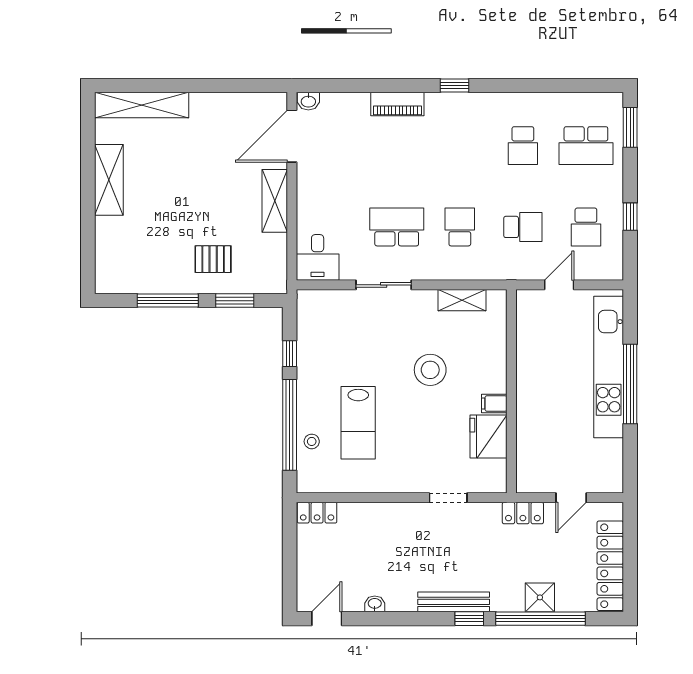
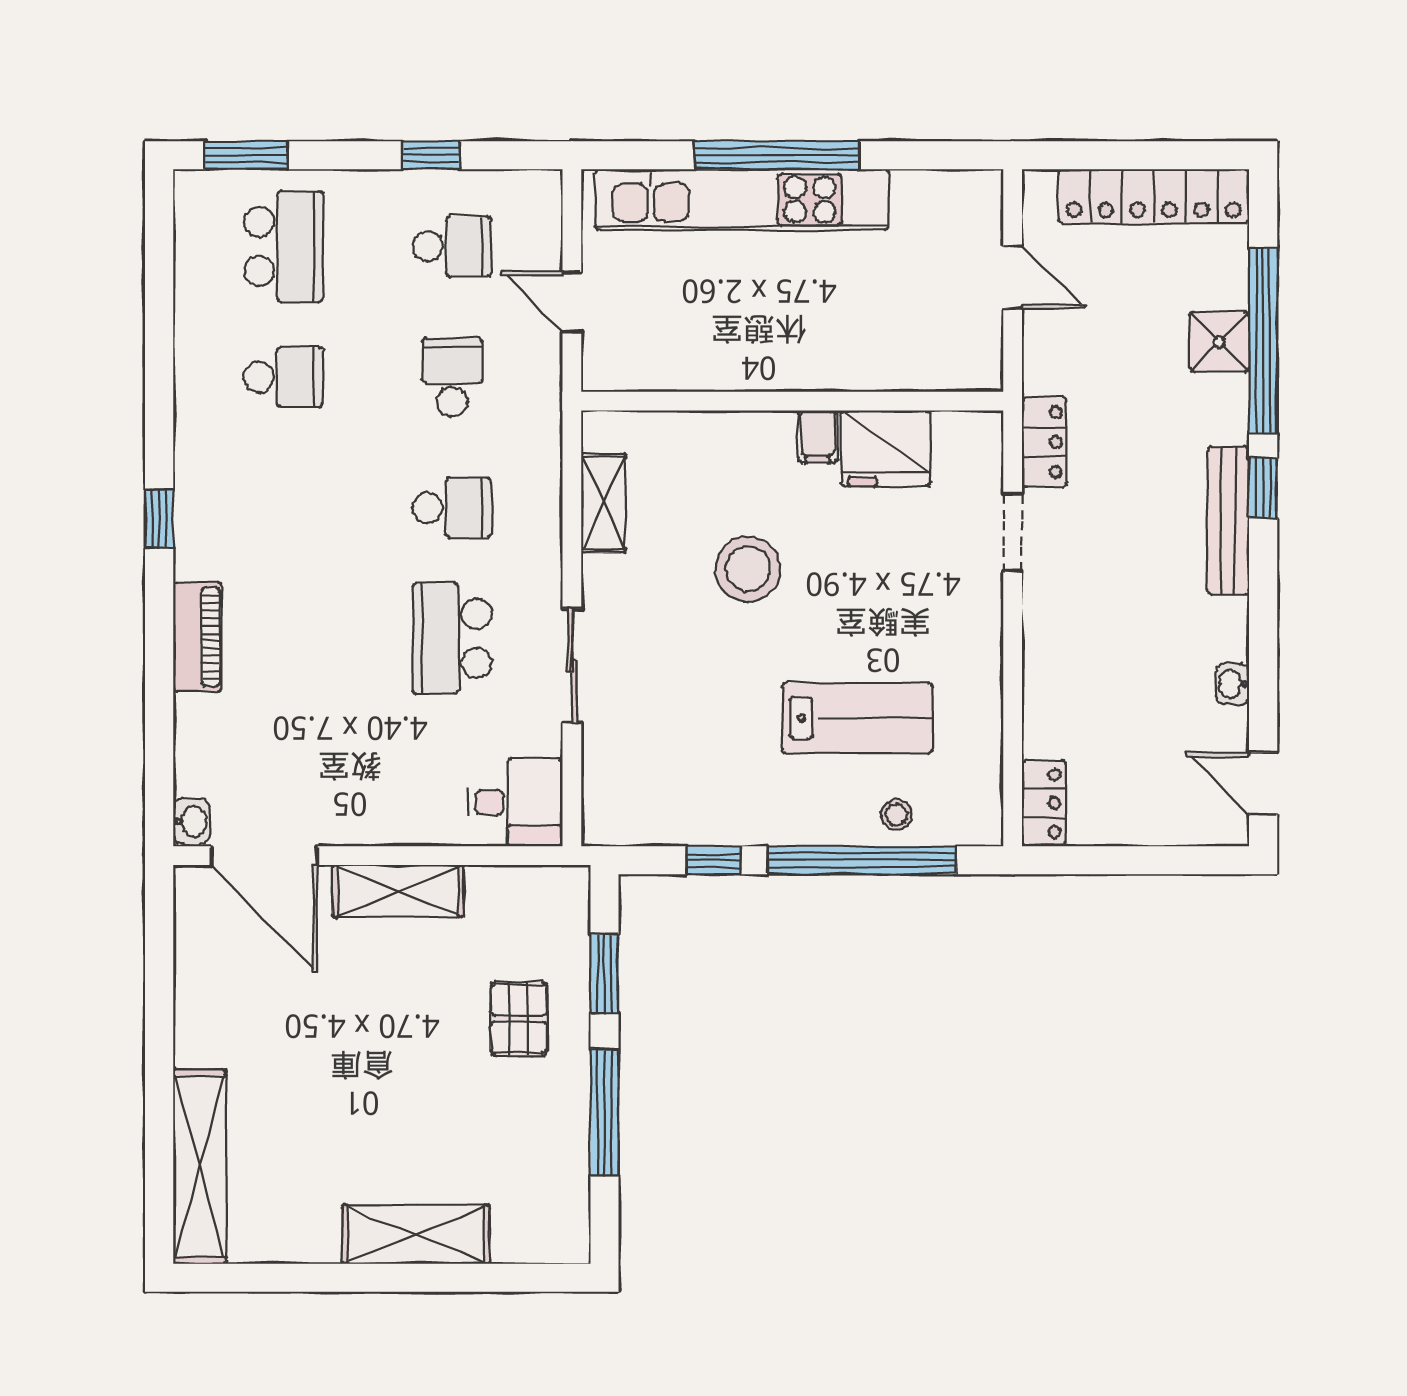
shelving: (109, 180) -> (416, 1234), moved
school desk: (460, 227) -> (452, 508), turned 180
locker: (523, 513) -> (1045, 442), moved

